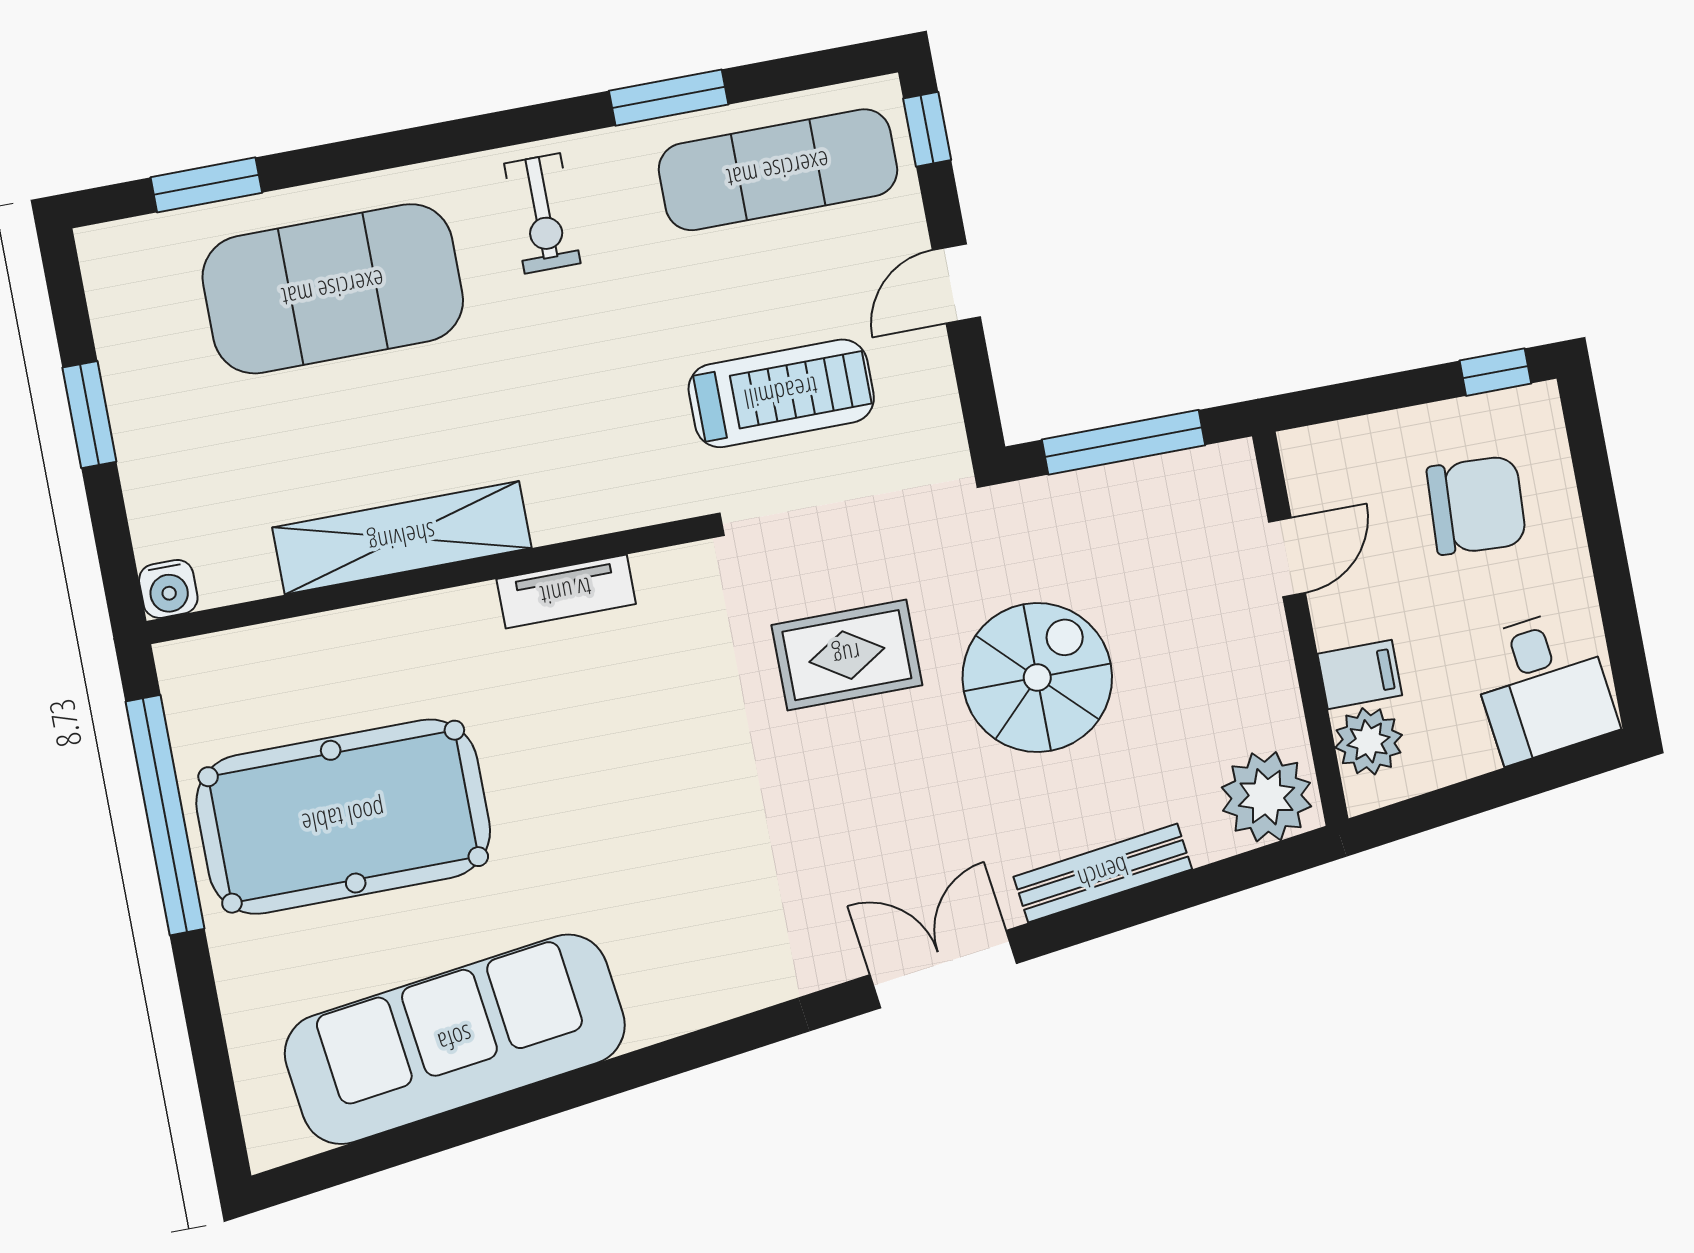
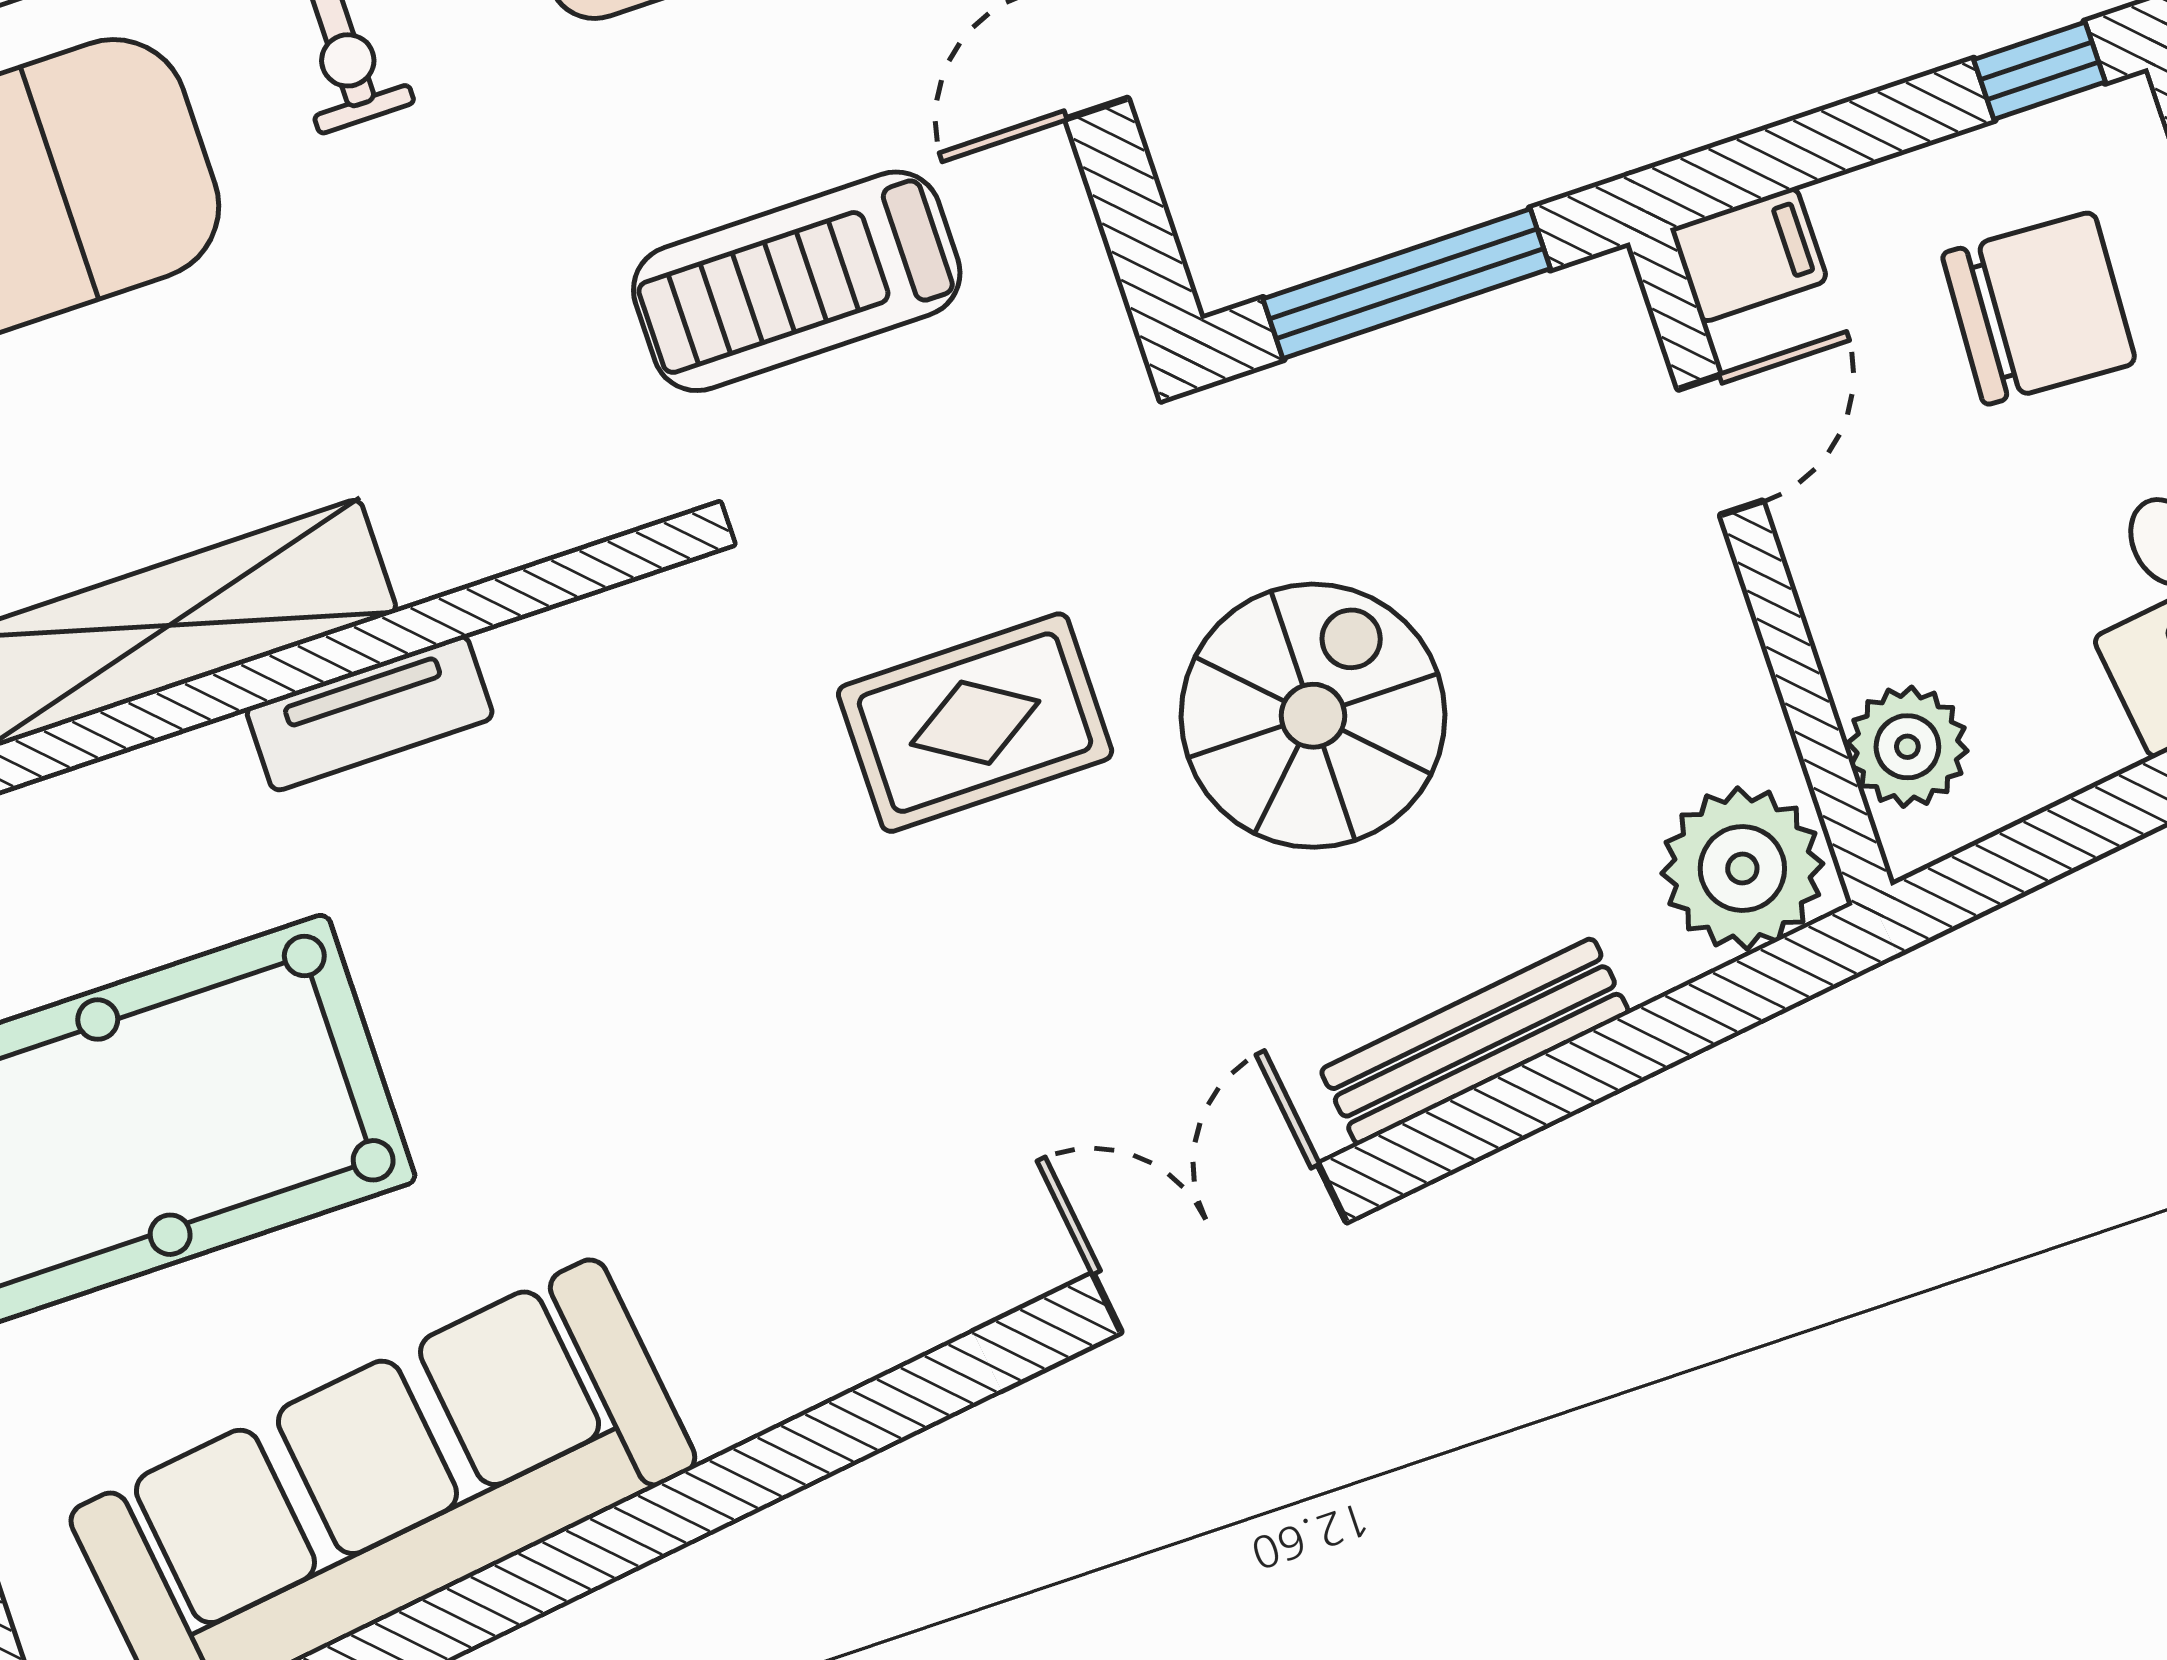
treadmill: (781, 393) -> (797, 281), turned 180
tv unit: (566, 592) -> (370, 713), moved
filing cabinet: (1360, 675) -> (1749, 255), moved

